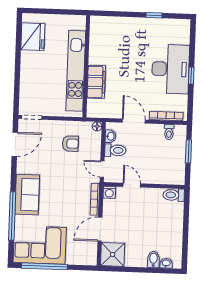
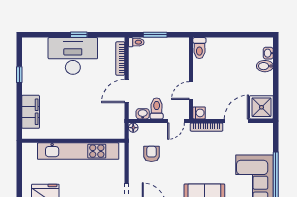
filing cabinet: (96, 82) -> (31, 112), moved, turned 90
toilet: (169, 132) -> (136, 42), moved
door: (100, 229) -> (236, 121), swing flipped

